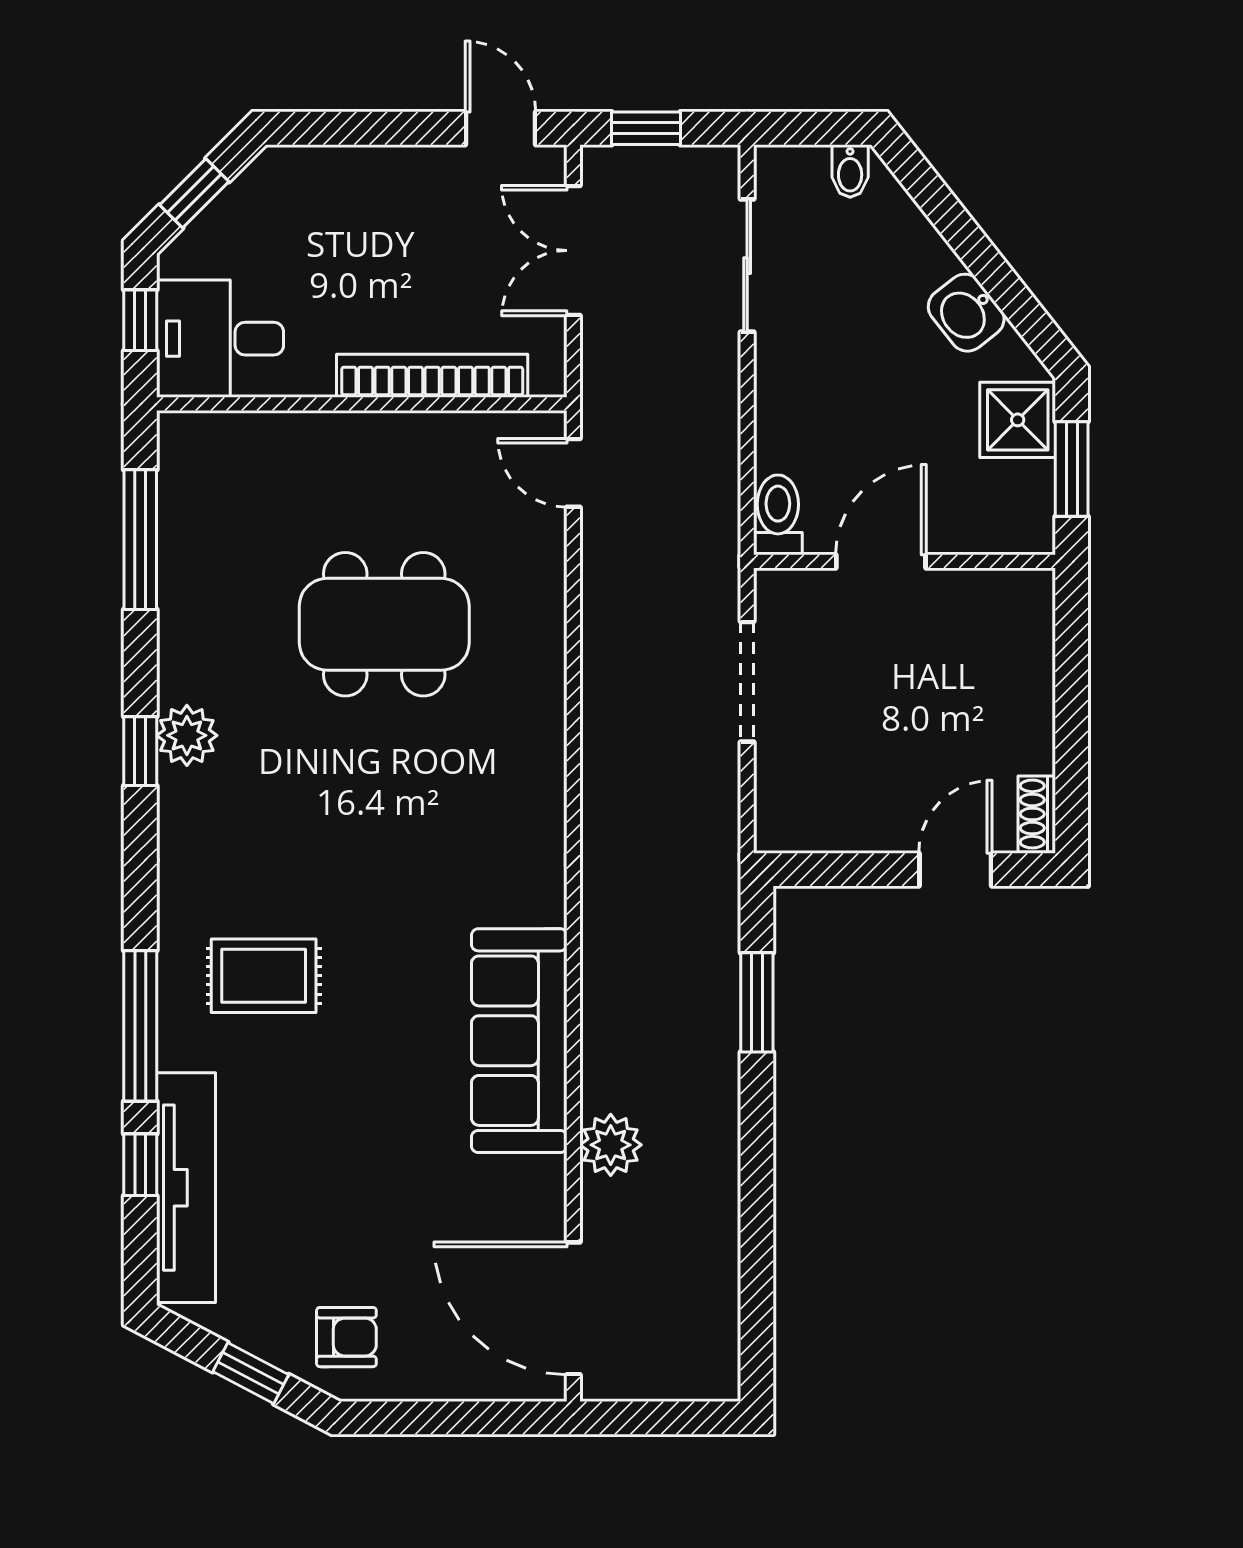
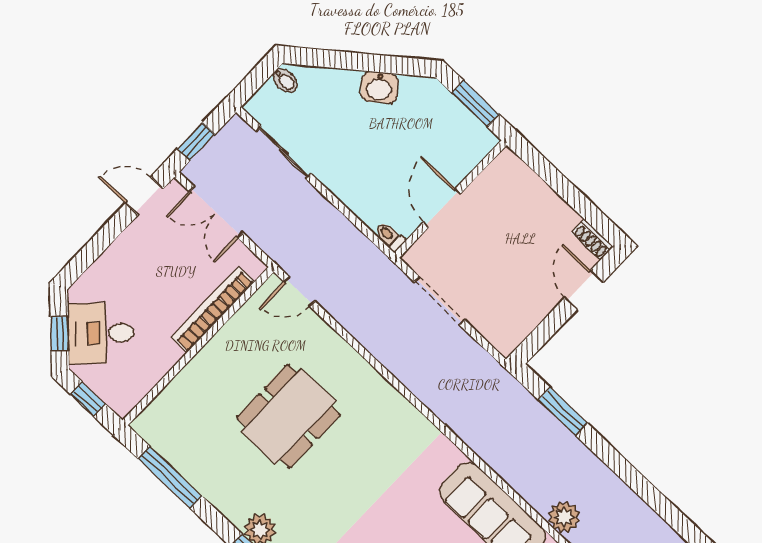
desk: (220, 339) -> (101, 333), moved, turned 45
shower: (1018, 420) -> (438, 106), removed
toilet: (778, 515) -> (390, 236), width x0.73, depth x0.72

